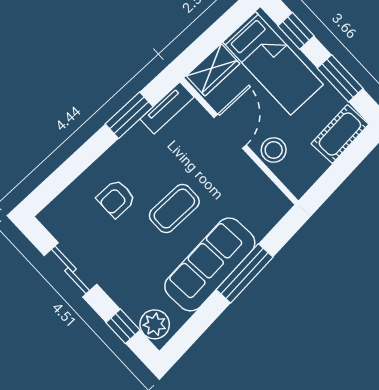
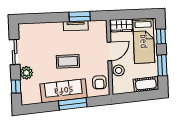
tv unit: (167, 108) -> (76, 26), moved
armchair: (116, 199) -> (99, 82), moved, turned -90
plant: (155, 324) -> (26, 73), moved

